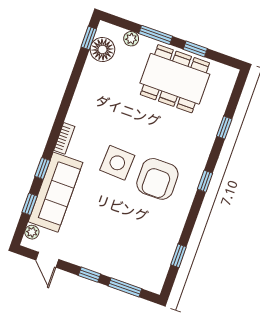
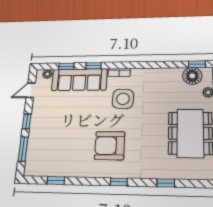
side table: (117, 163) -> (123, 99), moved

